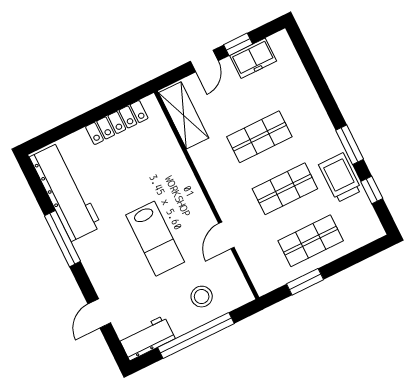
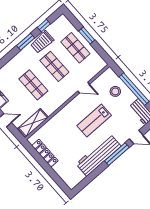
workbench: (66, 192) -> (99, 155), moved
window: (62, 239) -> (117, 154), moved
lab bench: (155, 239) -> (94, 121), turned 180
window: (305, 282) -> (87, 35), moved

